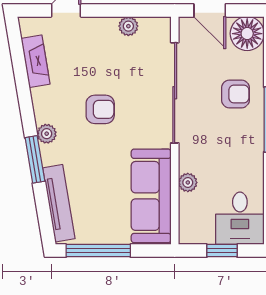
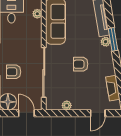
plant: (47, 134) -> (106, 42), moved
plant: (188, 182) -> (37, 14), moved

